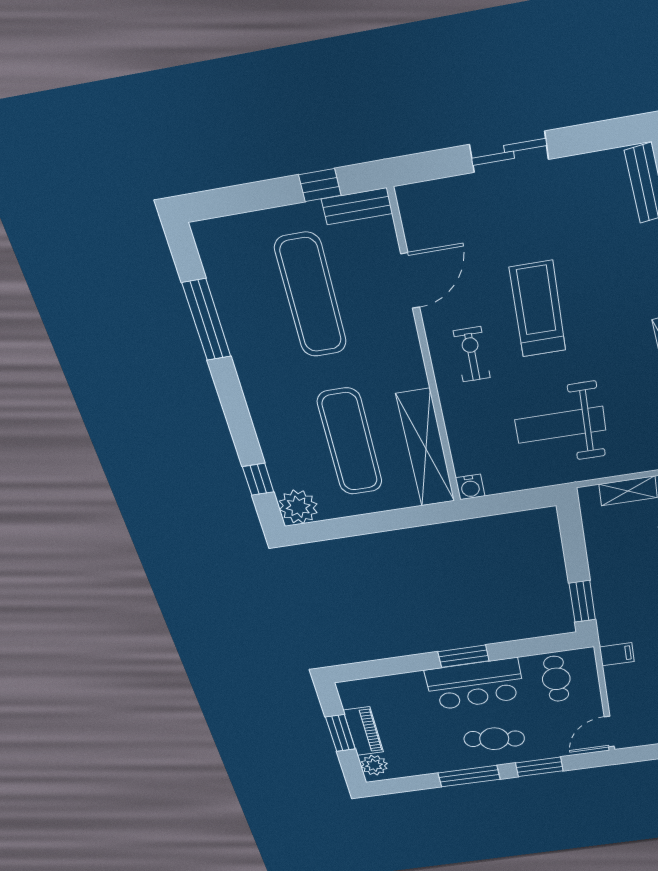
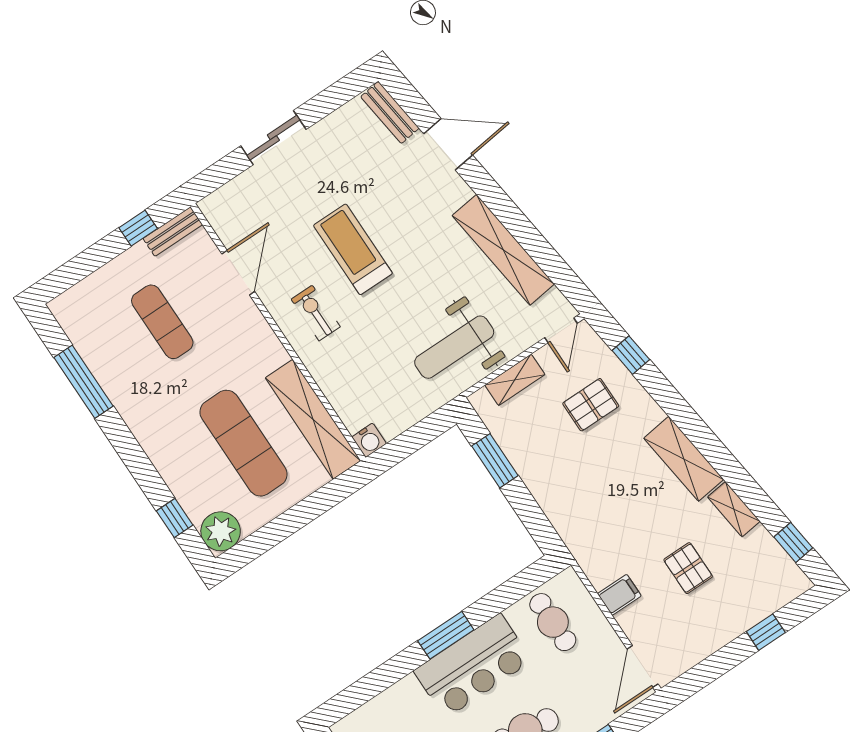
exercise mat: (311, 296) -> (162, 322), width x0.73, depth x0.69
weight bench: (560, 425) -> (454, 347), moved
window: (582, 601) -> (495, 461), moved
filing cabinet: (617, 654) -> (619, 595), moved

